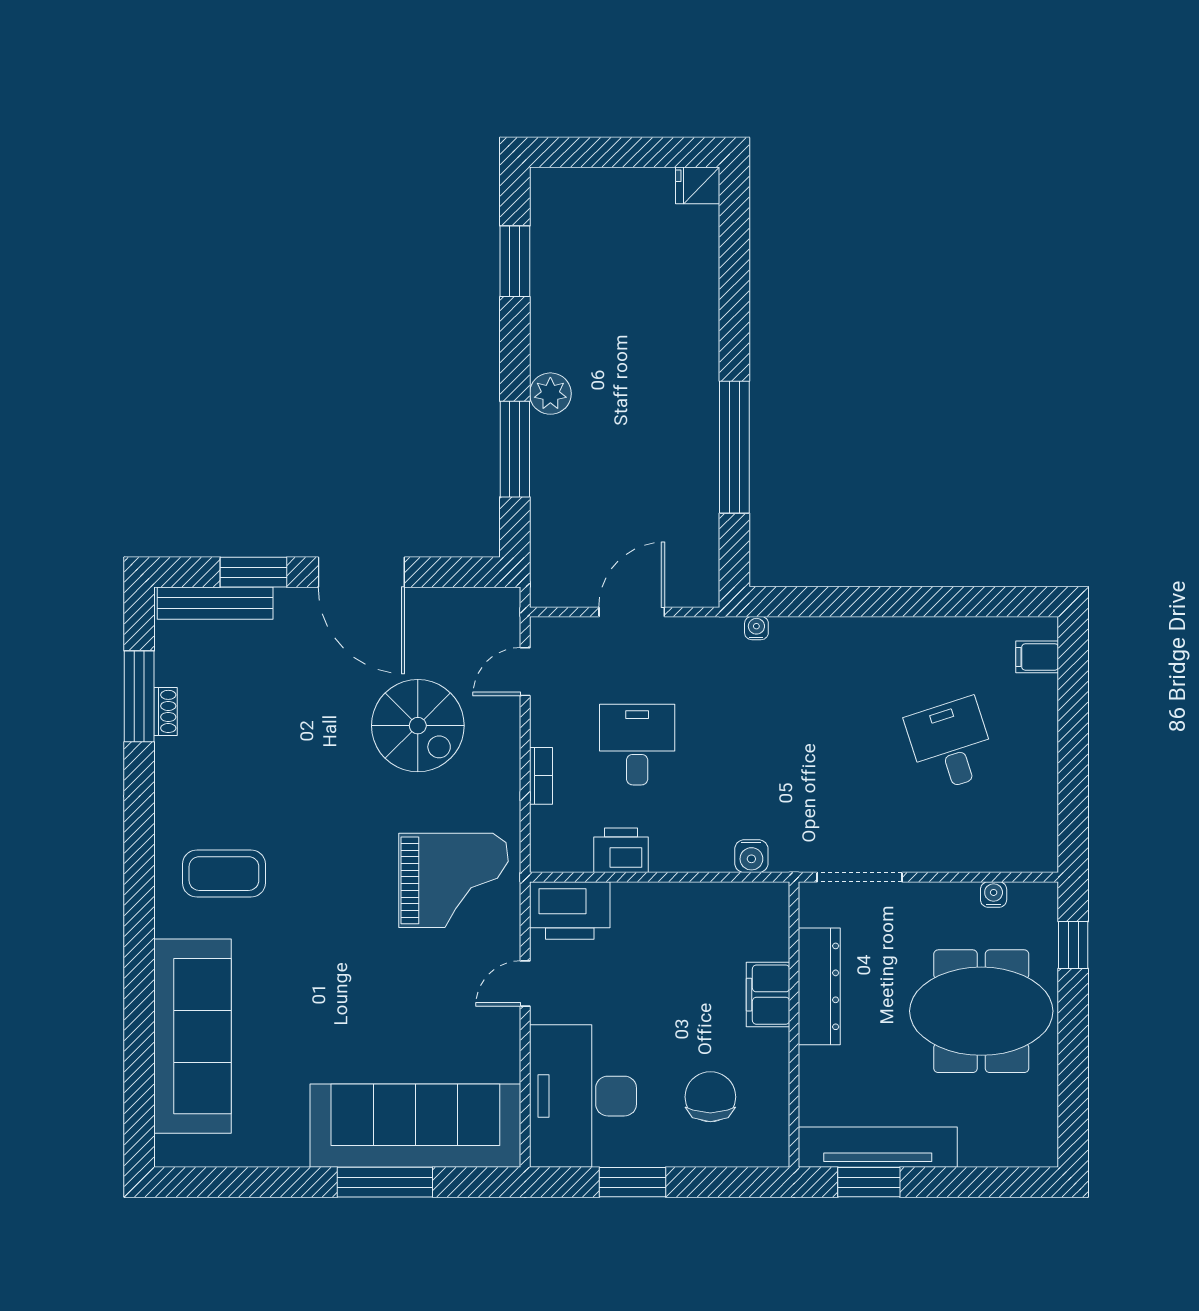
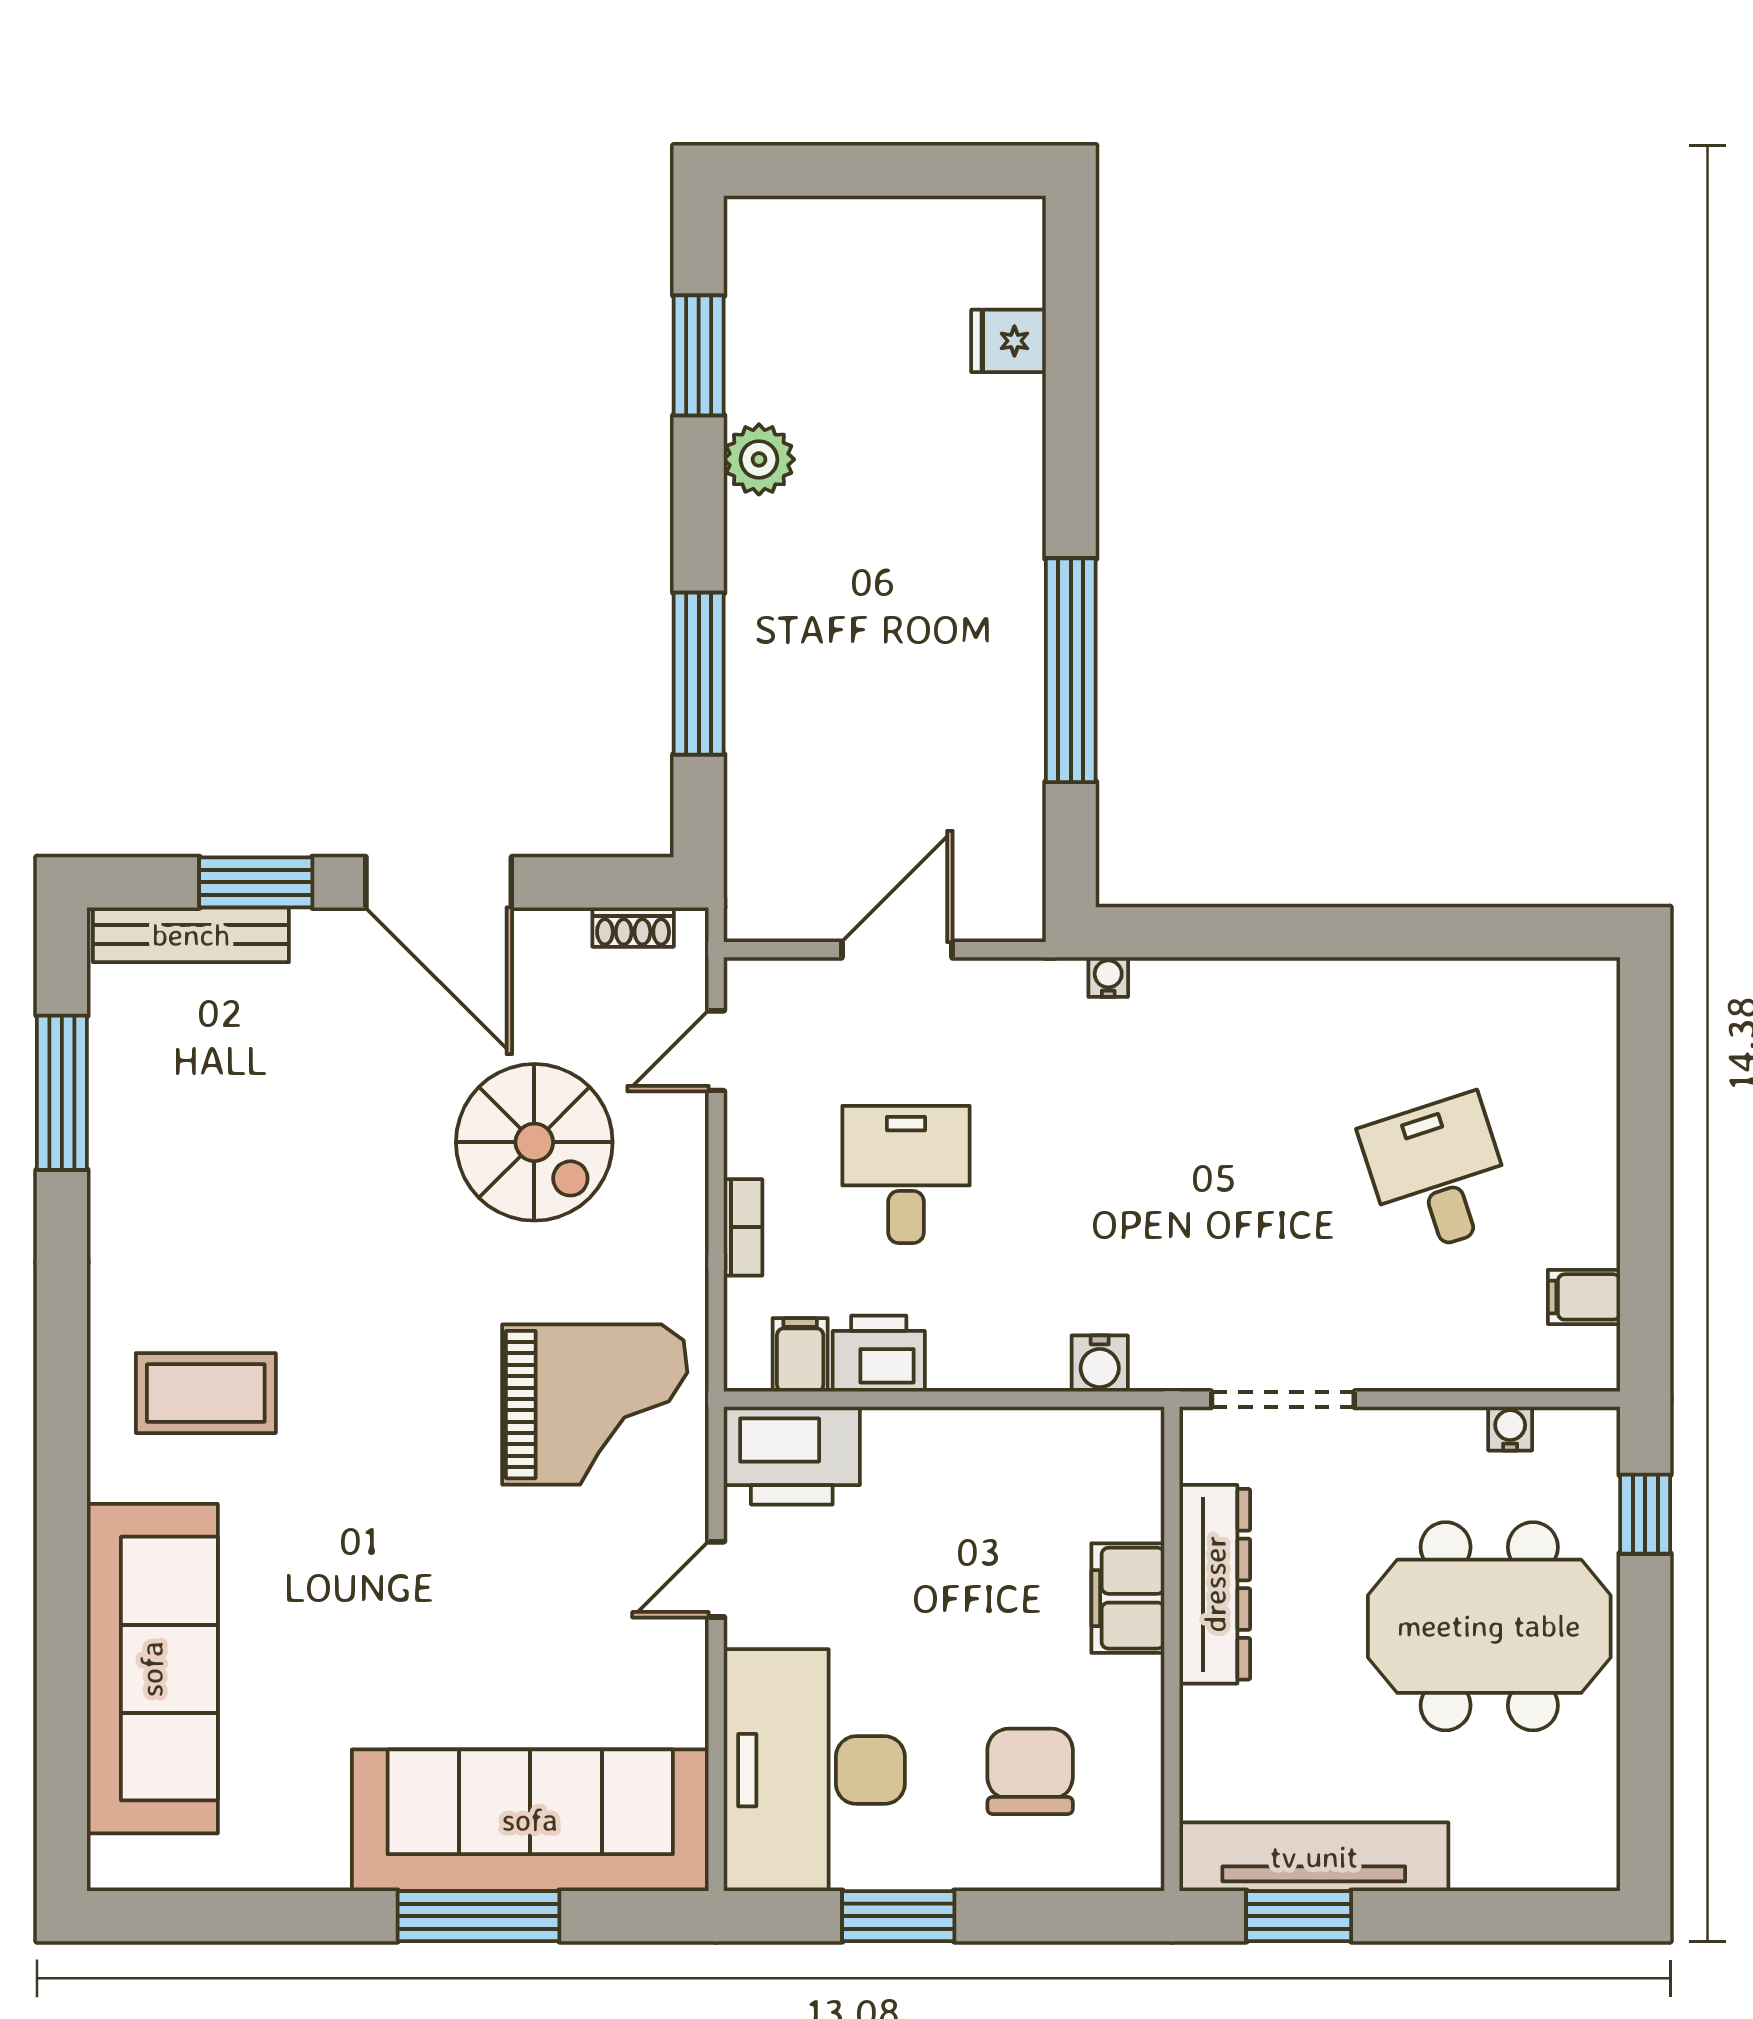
fridge: (698, 185) -> (1008, 341), moved
plant: (550, 394) -> (759, 459), moved
filing cabinet: (1037, 657) -> (1584, 1297), moved
shoe rack: (165, 711) -> (633, 927), moved, turned 90
filing cabinet: (575, 851) -> (800, 1355), added

